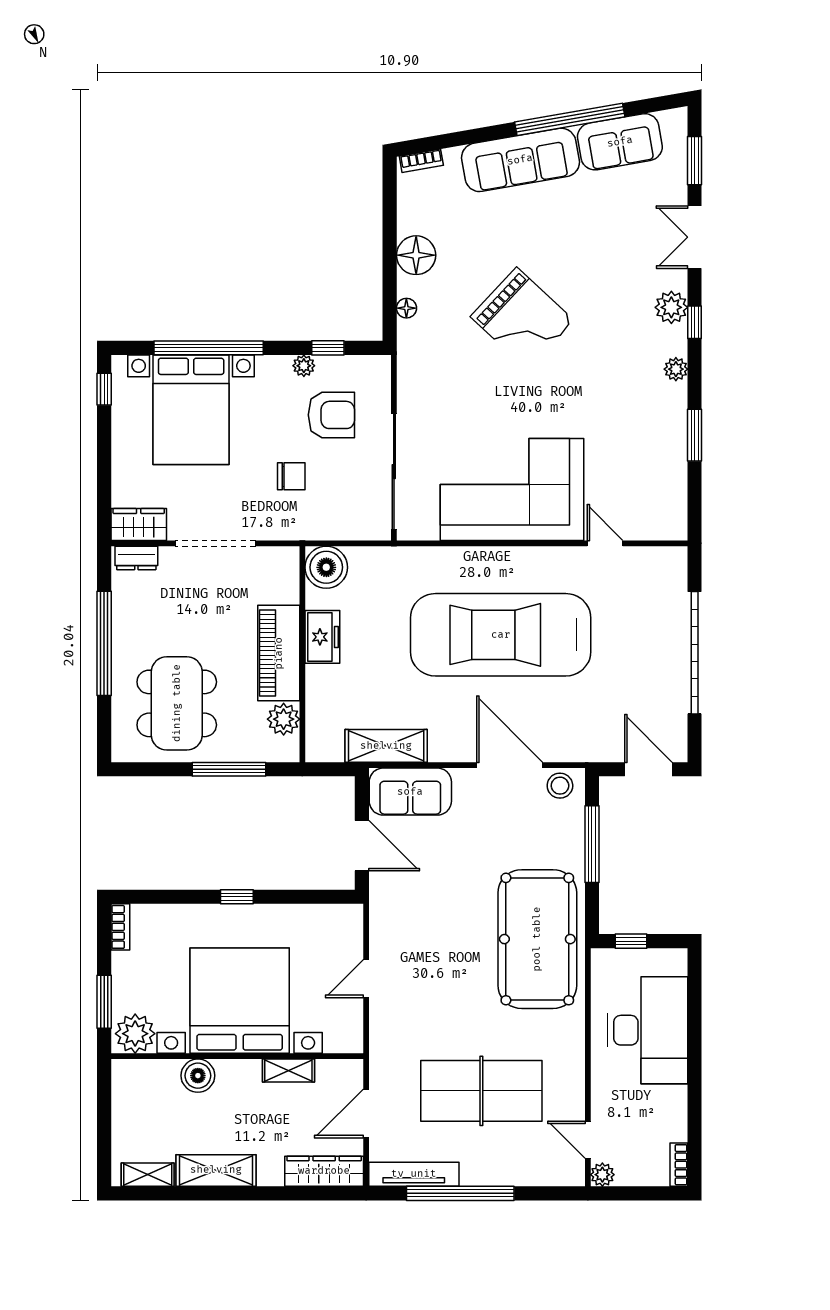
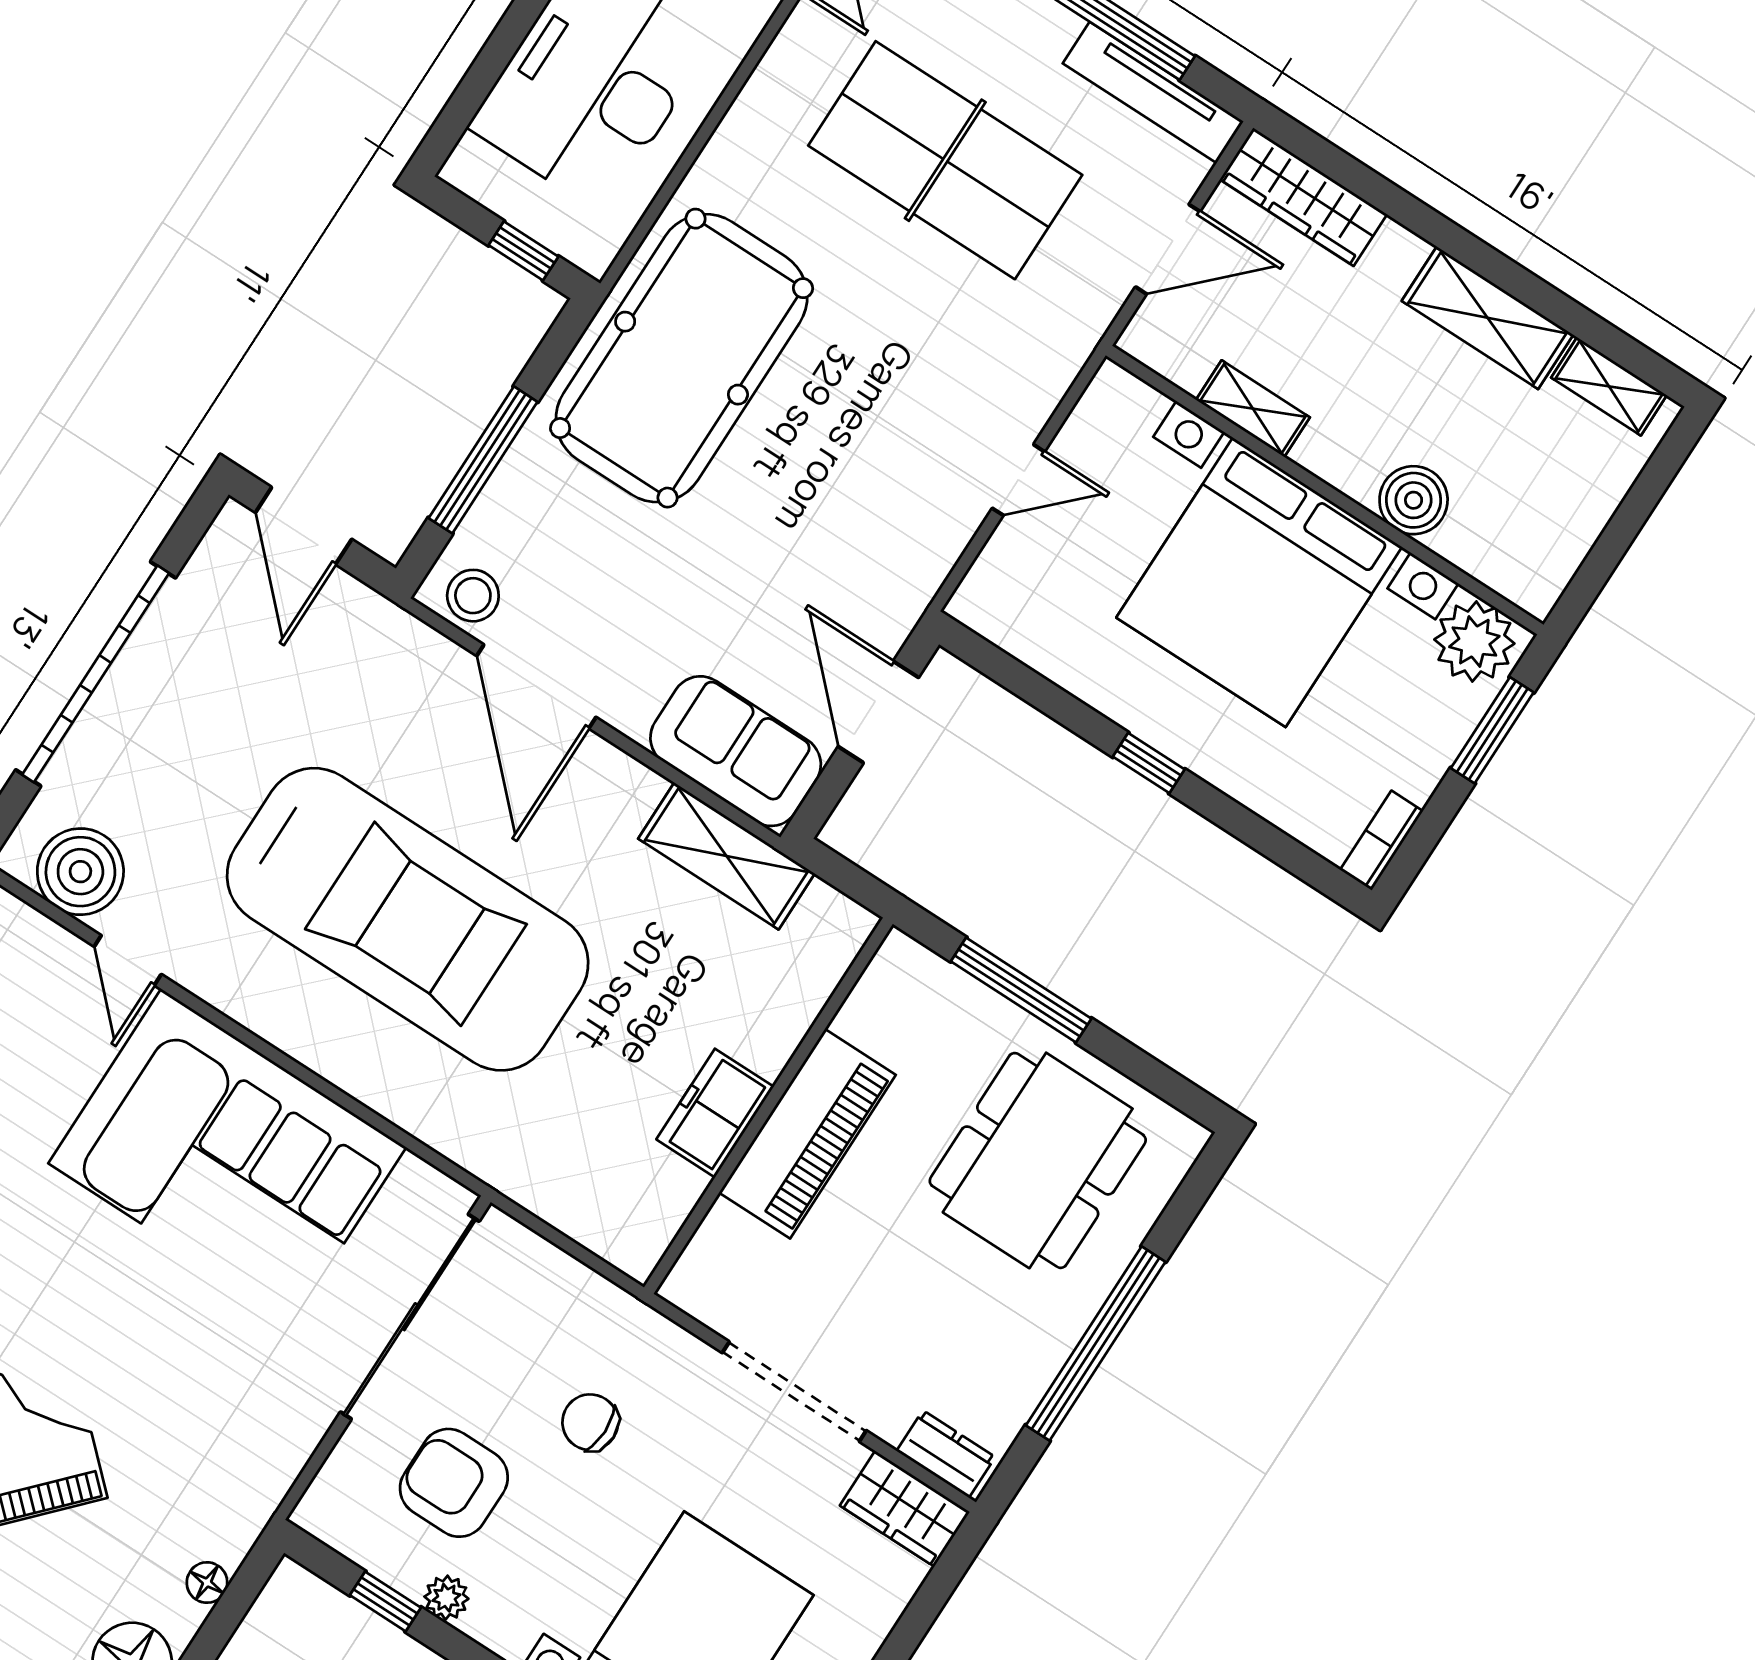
boiler: (326, 567) -> (80, 872), moved
plant: (284, 719) -> (872, 1015), removed

